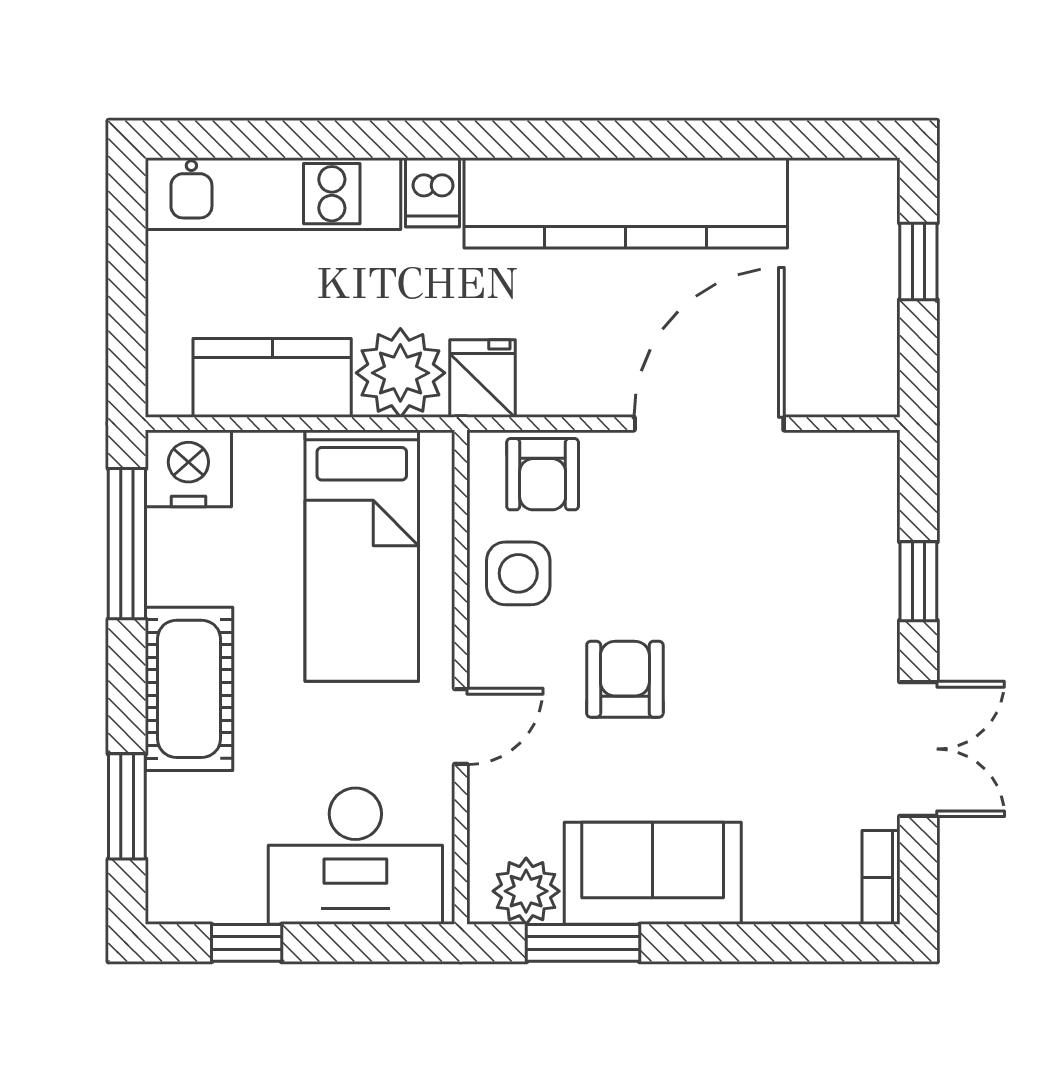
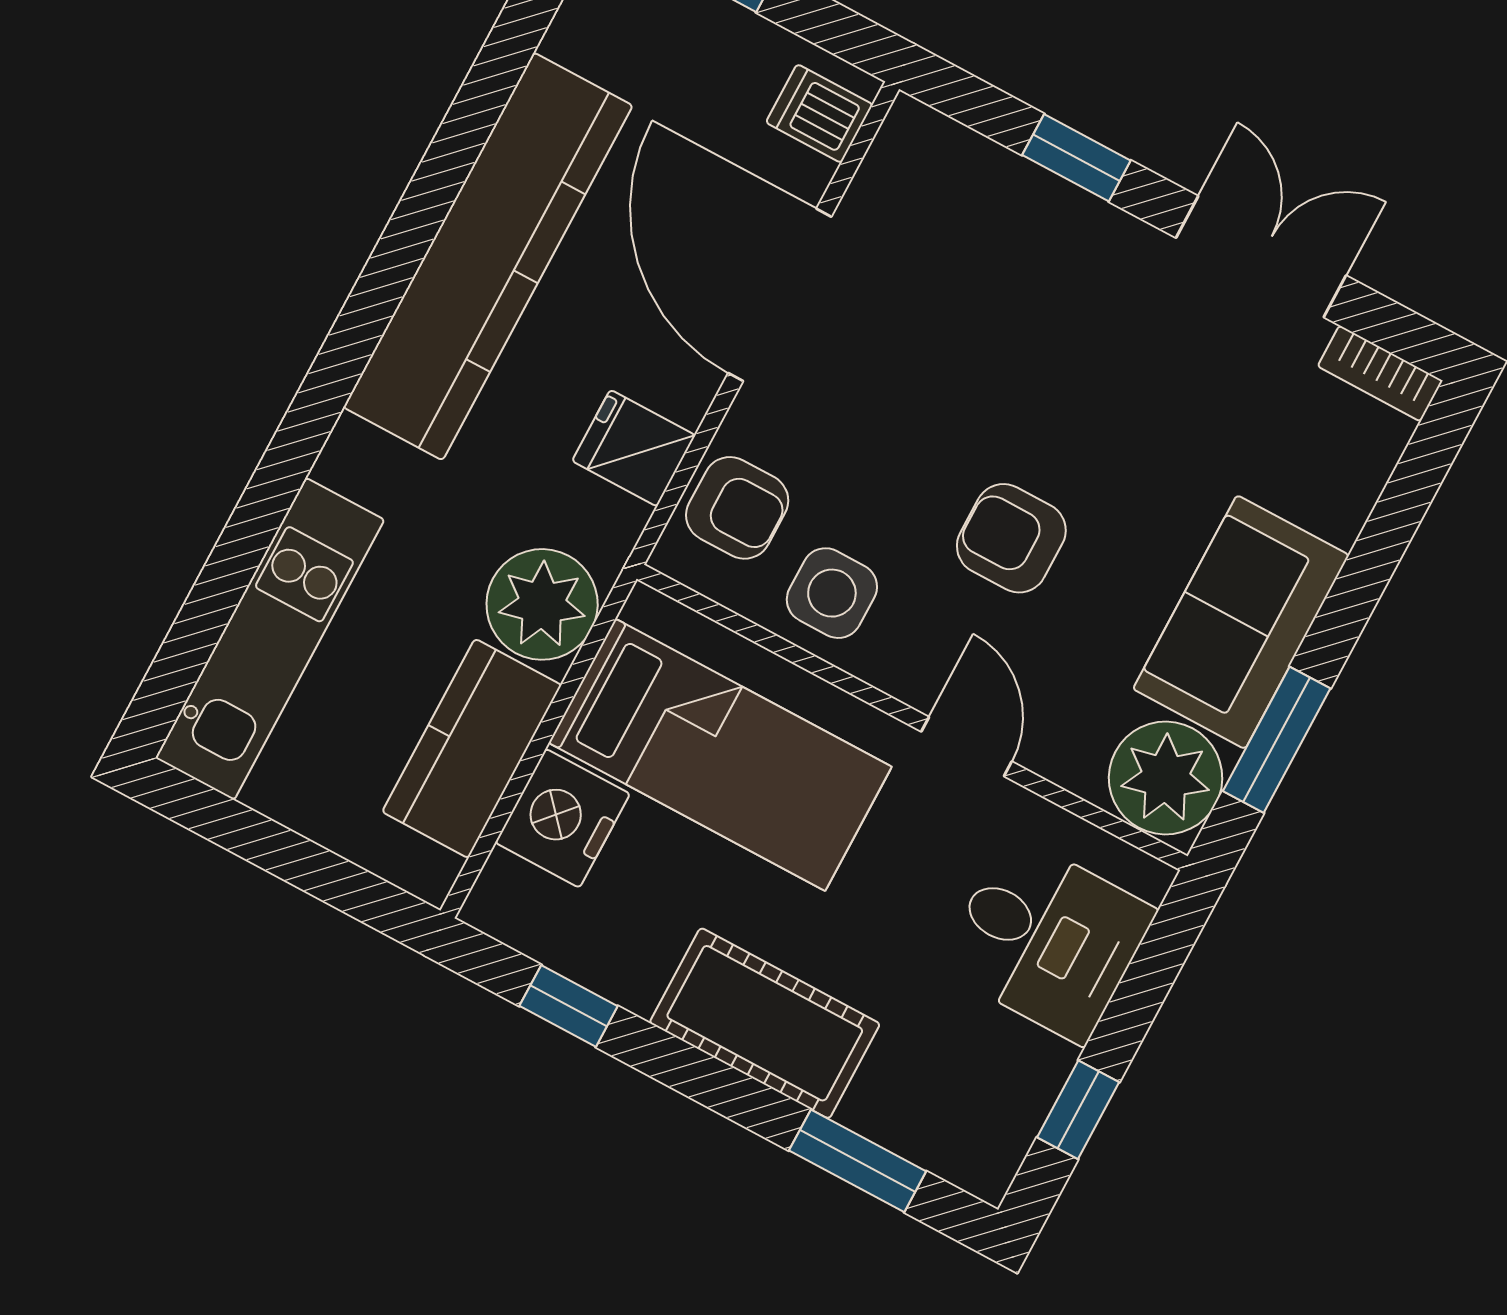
dishwasher: (432, 192) -> (819, 113), moved, turned 180
fridge: (482, 379) -> (634, 448), moved
nightstand: (188, 468) -> (562, 818), moved
window: (127, 544) -> (569, 1006), width x0.46
desk: (355, 856) -> (1047, 939), width x0.73
plant: (526, 891) -> (1166, 778), width x1.36, depth x1.36

